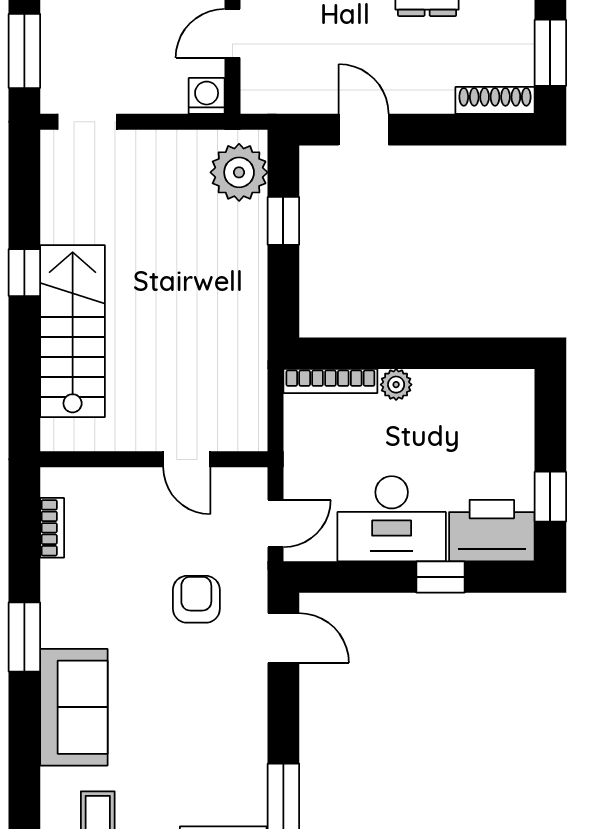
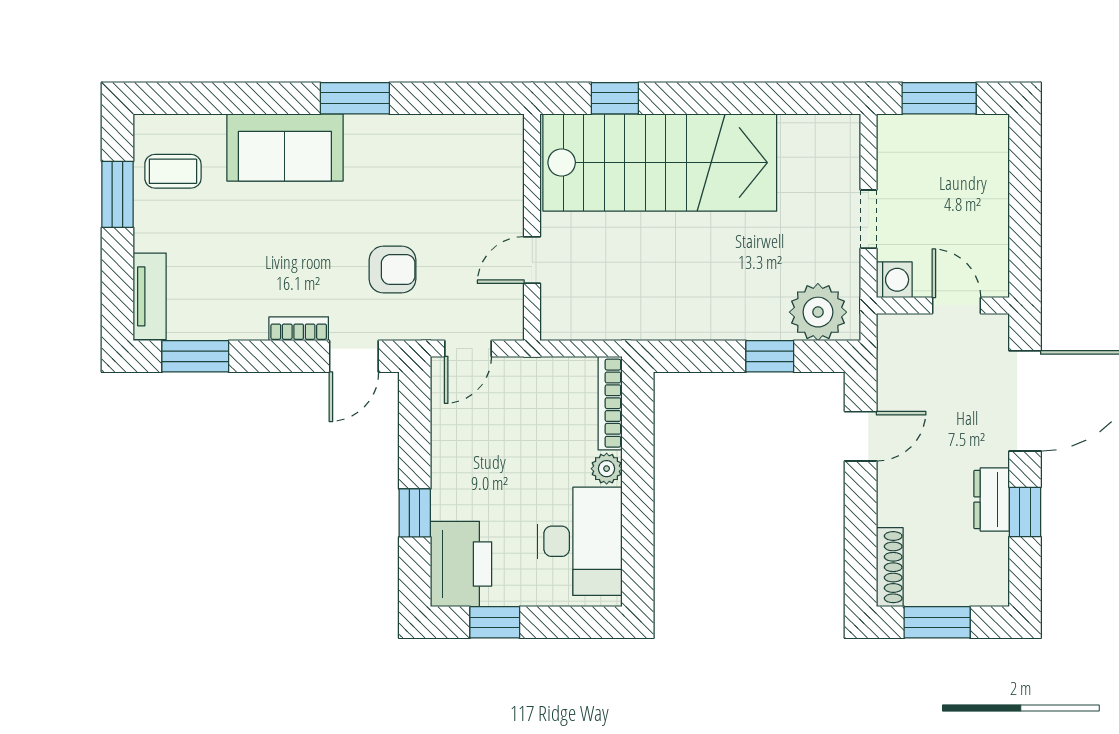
doorway: (87, 122) -> (868, 219), moved
window: (24, 273) -> (615, 98), moved
stairs: (73, 331) -> (660, 163), width x1.36, depth x1.51
desk: (392, 519) -> (580, 541), moved, turned 180
door: (276, 524) -> (468, 349), hinge flipped
bookcase: (52, 528) -> (299, 329), moved, turned 180

